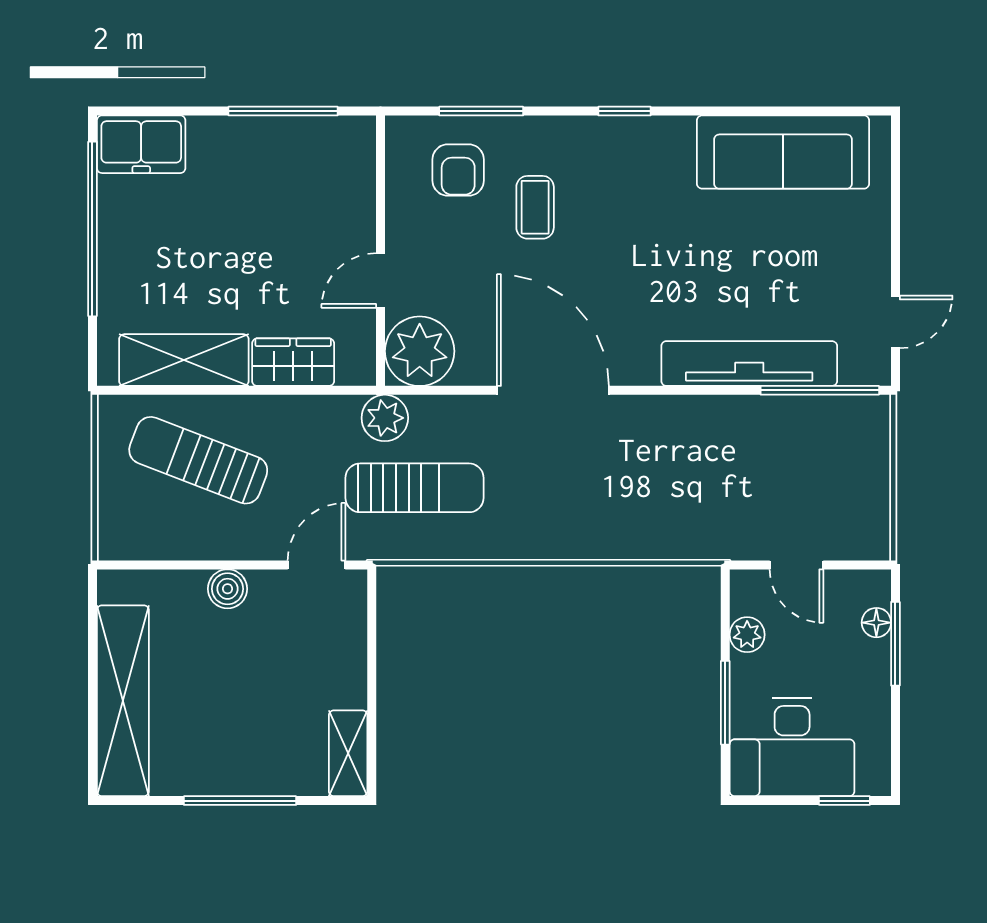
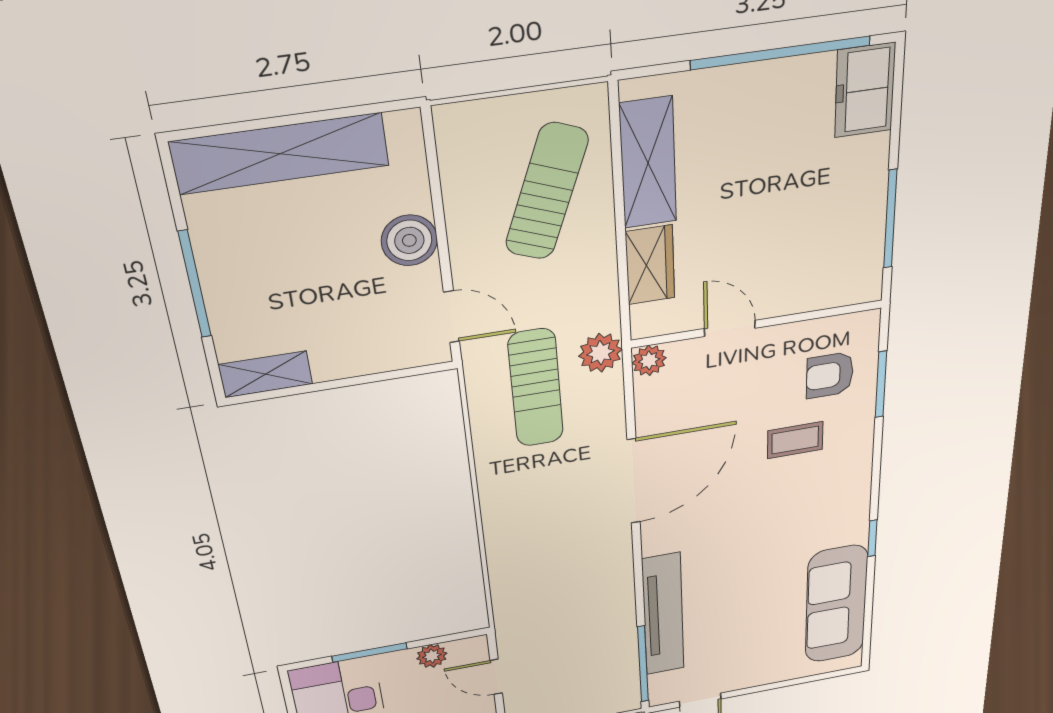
window: (624, 111) -> (872, 538), moved
plant: (420, 351) -> (649, 360), width x0.53, depth x0.53
door: (796, 565) -> (496, 677), hinge flipped
boiler: (228, 589) -> (409, 240), width x1.36, depth x1.36

